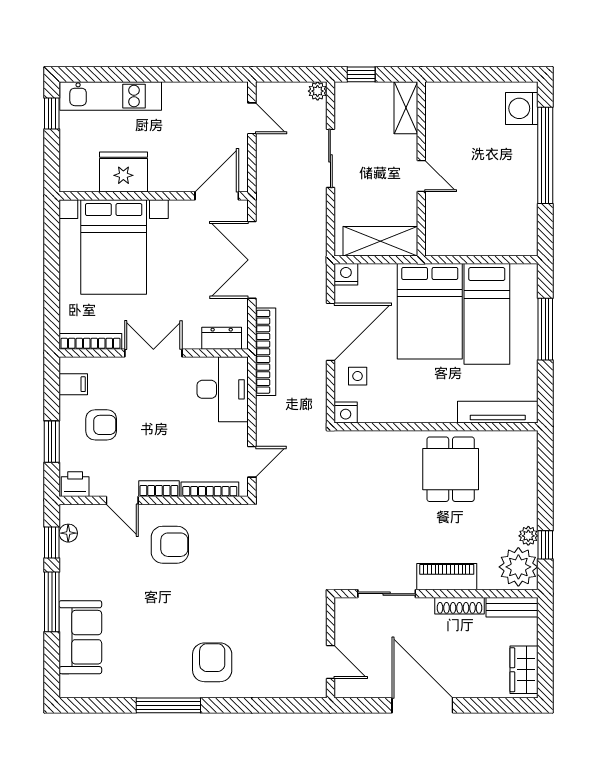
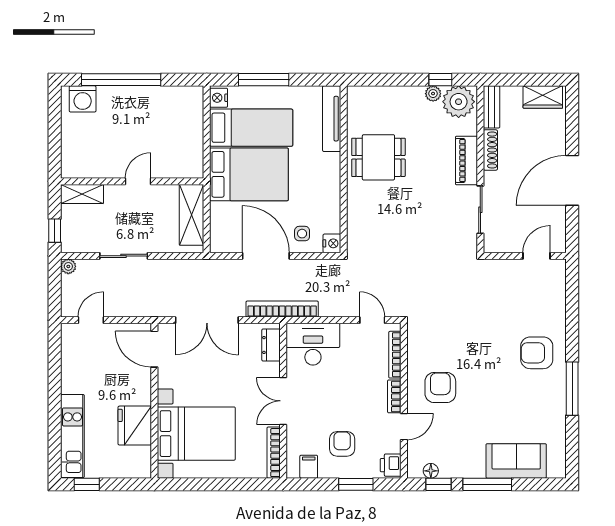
nightstand: (346, 274) -> (219, 98), moved

